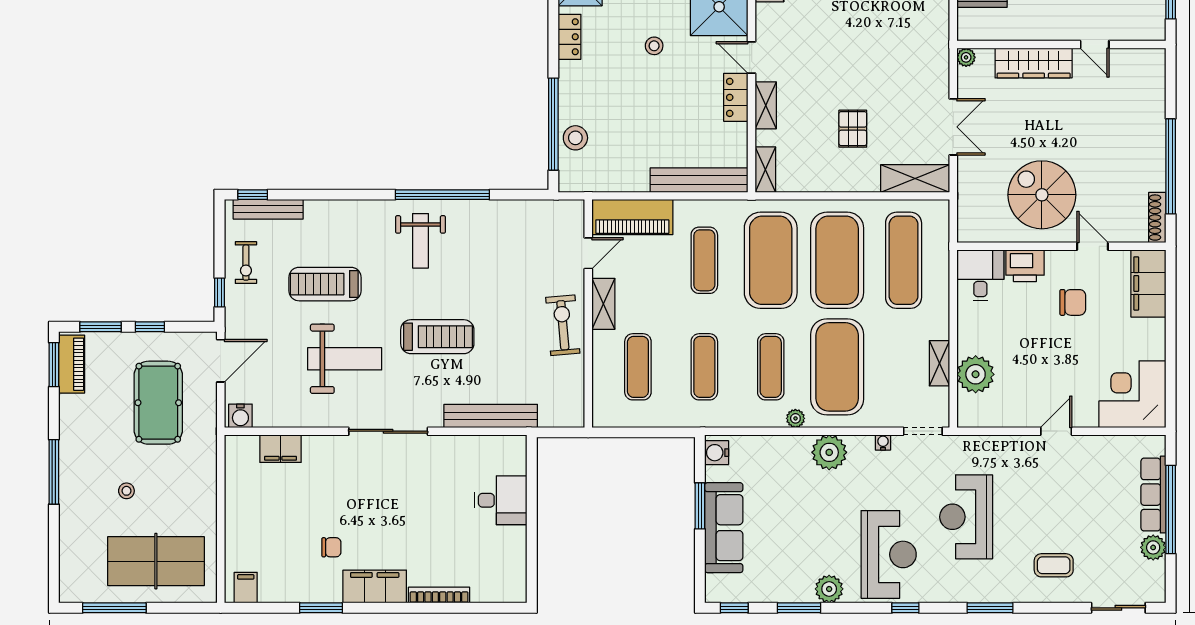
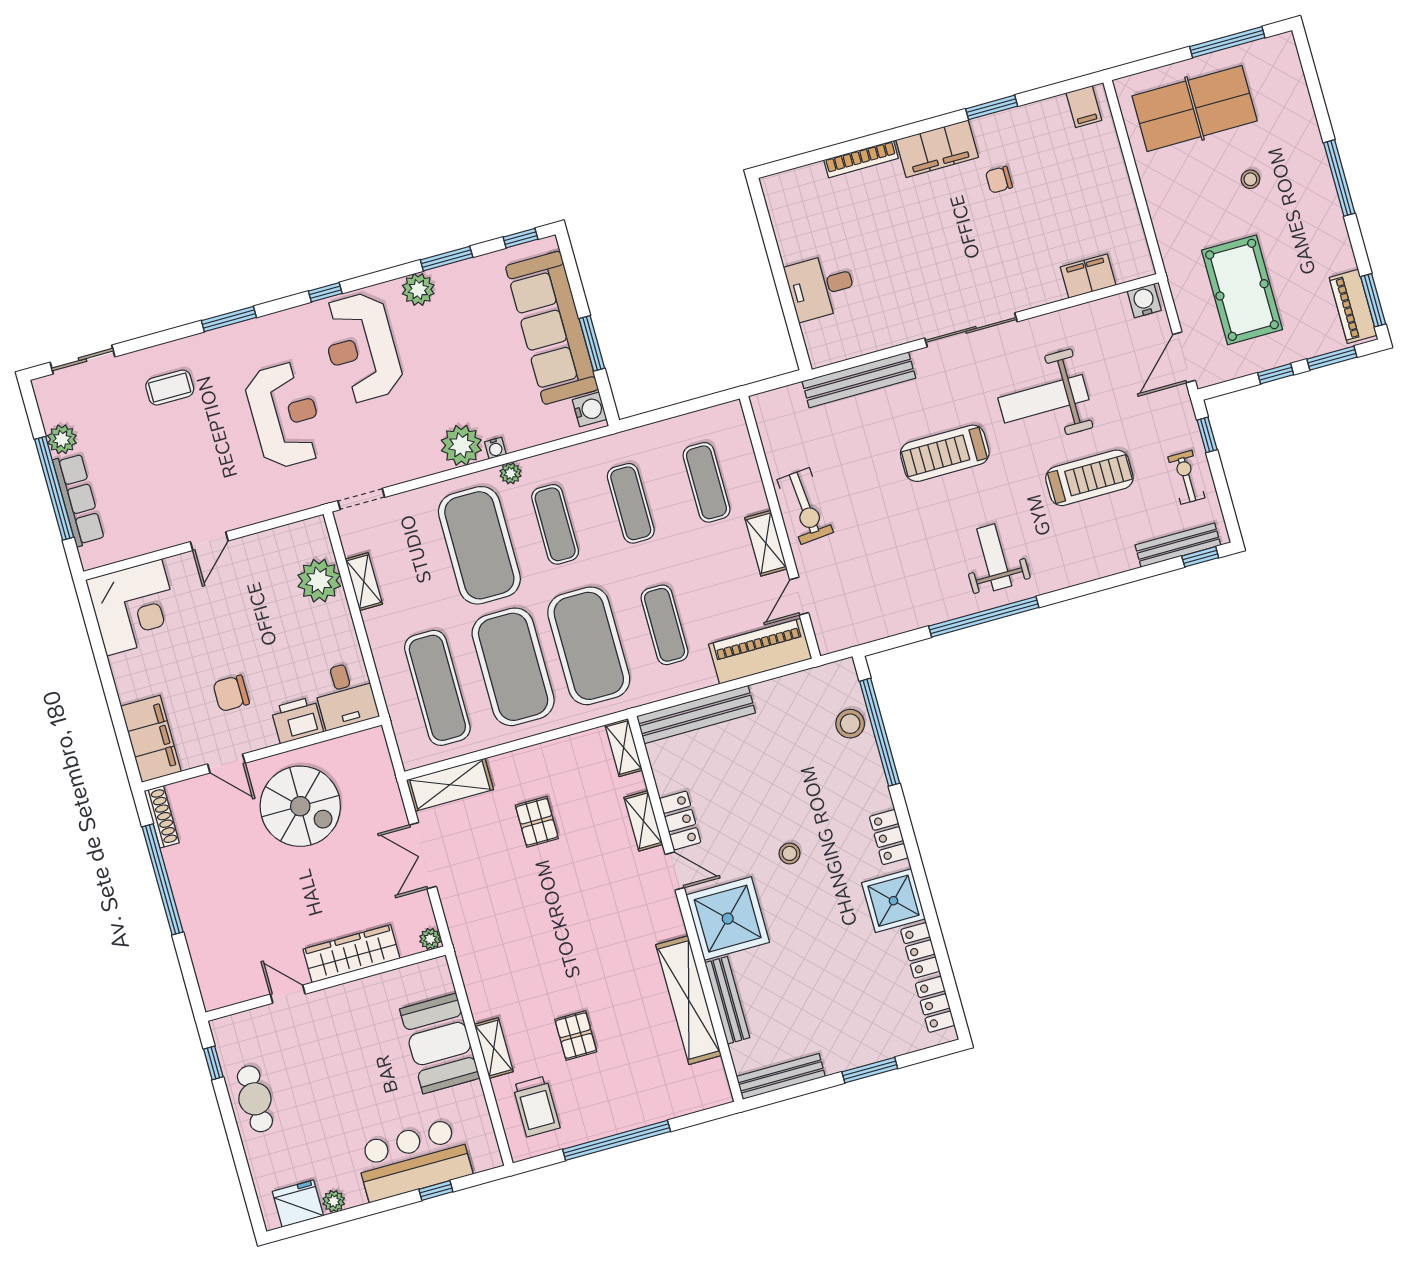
water cooler: (883, 442) -> (495, 448), moved
sofa: (724, 528) -> (552, 328), width x1.36, depth x1.27

